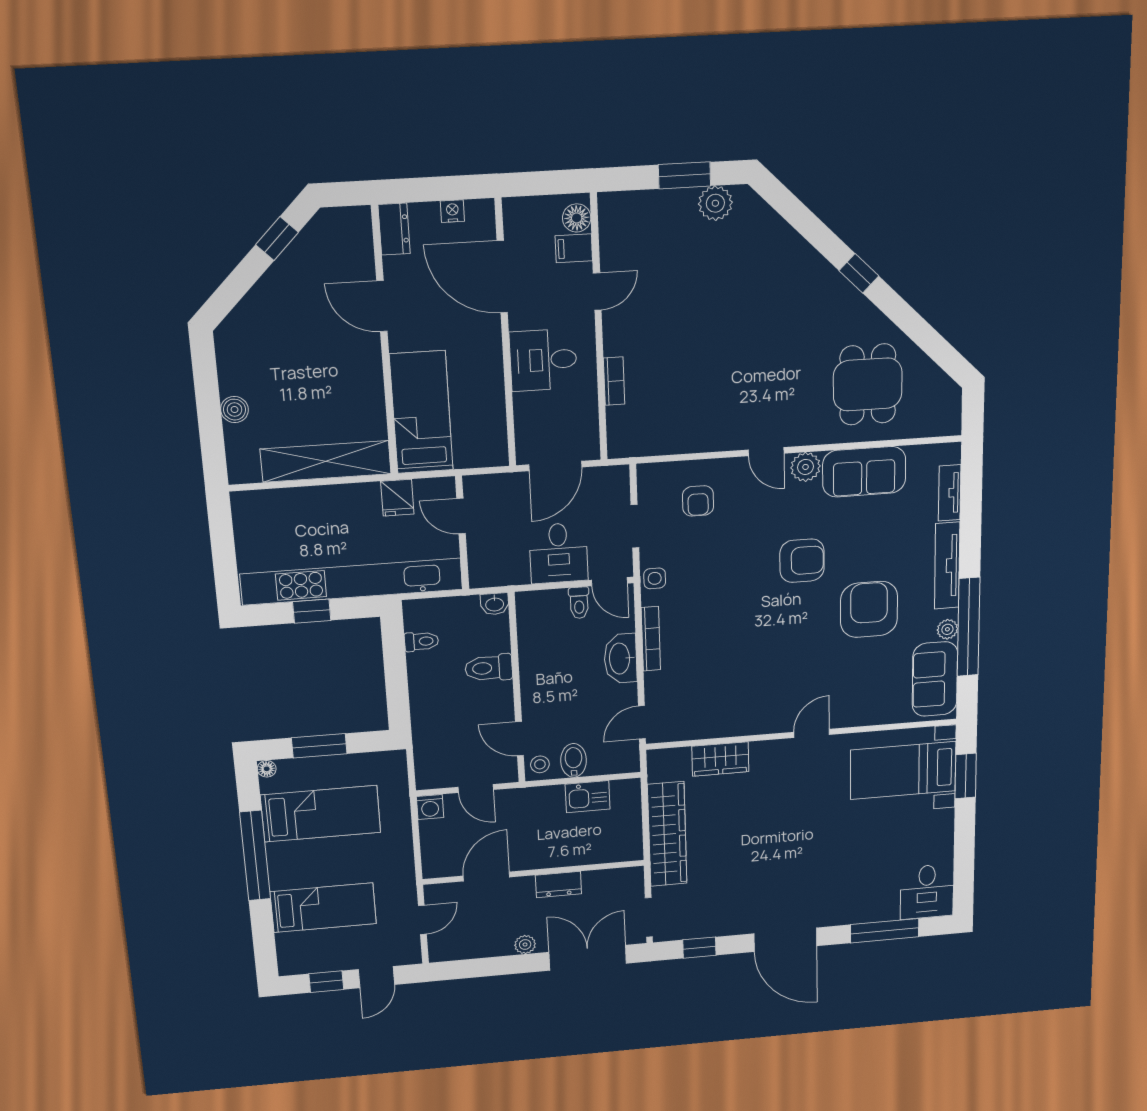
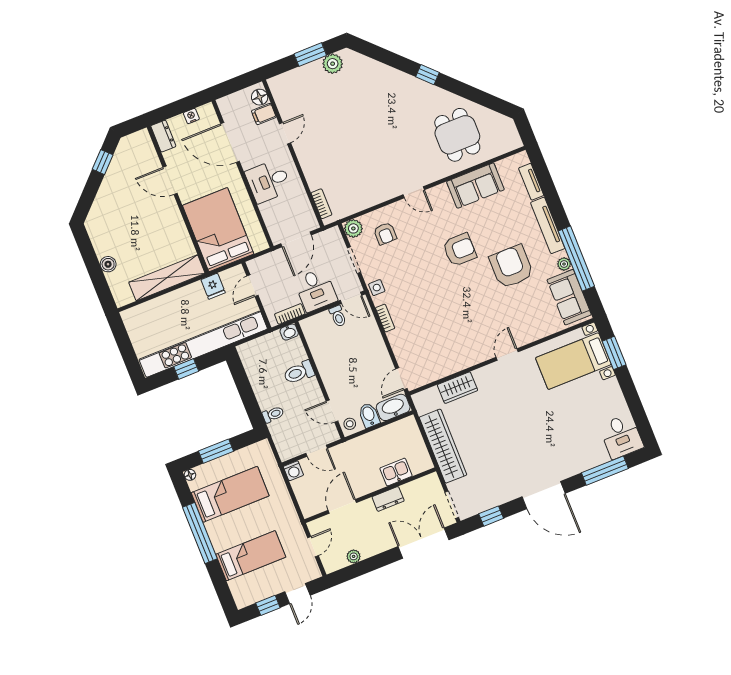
bookcase: (614, 381) -> (321, 204), moved
bed: (421, 412) -> (218, 230), width x1.50
plant: (806, 467) -> (353, 228), moved
door: (461, 516) -> (253, 286), hinge flipped
bookcase: (505, 577) -> (290, 314), added
bookcase: (651, 639) -> (385, 318), width x0.64
toilet: (421, 641) -> (273, 414), moved
washbasin: (620, 658) -> (393, 407), moved, turned 90
kitchen sink: (588, 797) -> (396, 472), moved, turned 180
plant: (525, 945) -> (354, 556), moved

